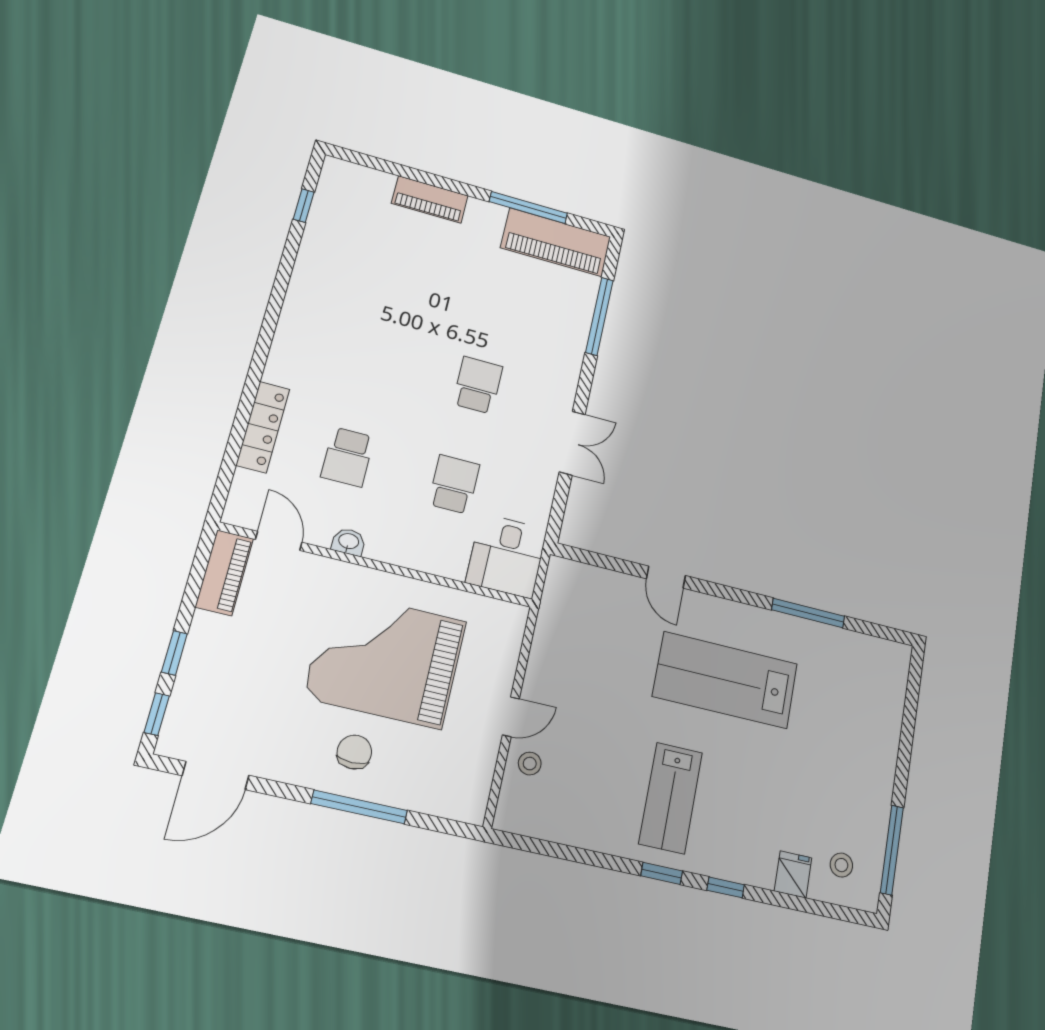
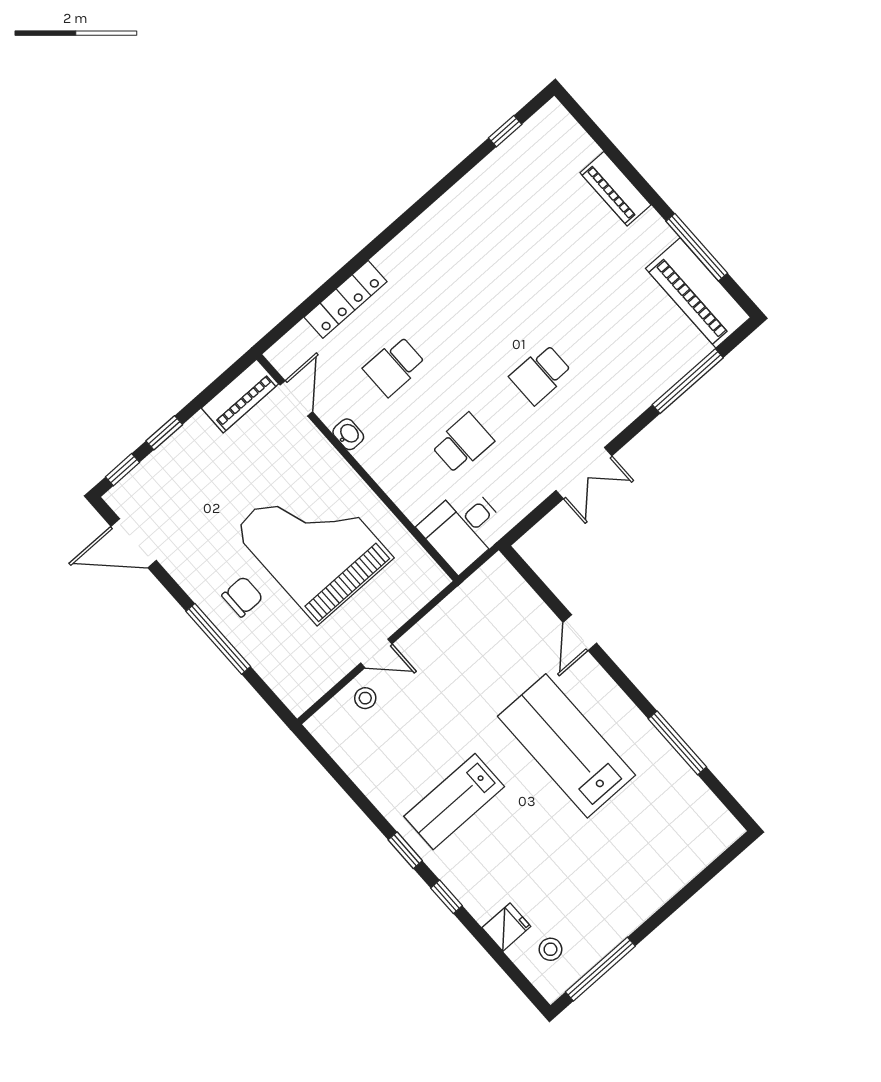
school desk: (478, 385) -> (541, 374), turned 180

